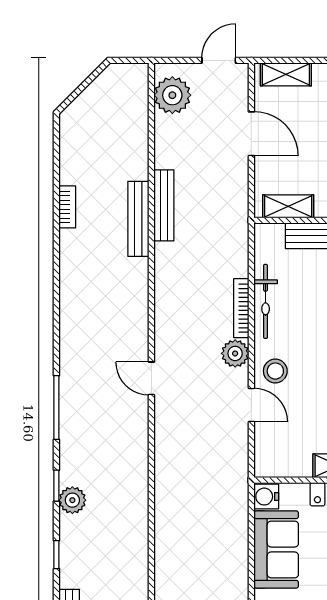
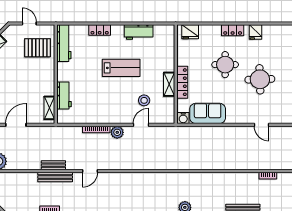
bench: (164, 205) -> (53, 165), width x0.73
bicycle: (266, 301) -> (93, 118), removed
stool: (275, 371) -> (144, 100), moved
door: (151, 378) -> (90, 171), moved

